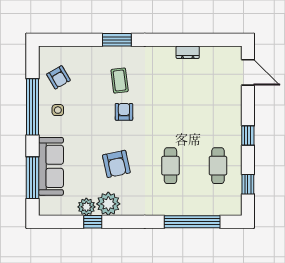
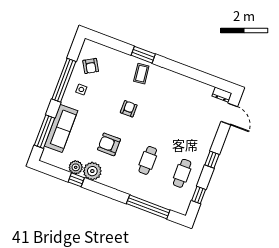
dresser: (188, 52) -> (222, 95), moved
coffee table: (120, 81) -> (141, 74), moved
armchair: (116, 164) -> (109, 144), turned 102

